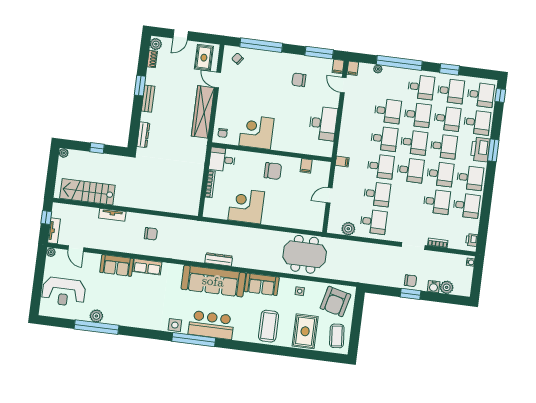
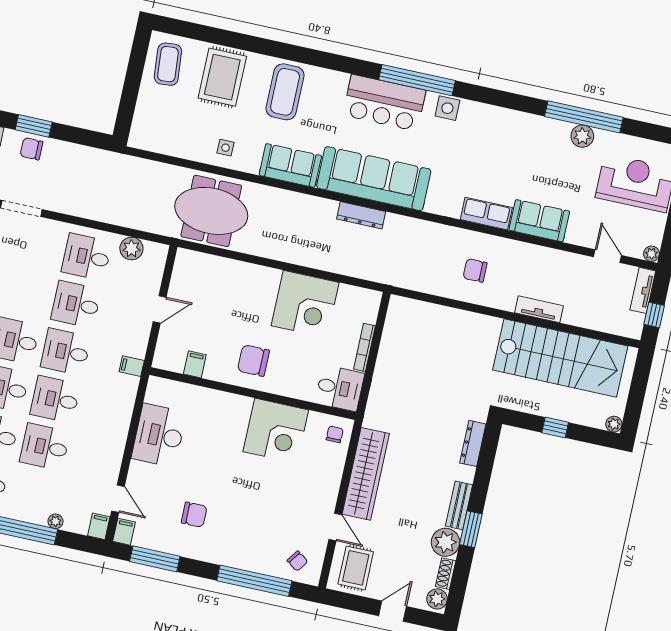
plant: (154, 77) -> (445, 542), added
stairs: (87, 192) -> (560, 358), width x1.36, depth x1.51
armchair: (335, 301) -> (165, 124), removed

